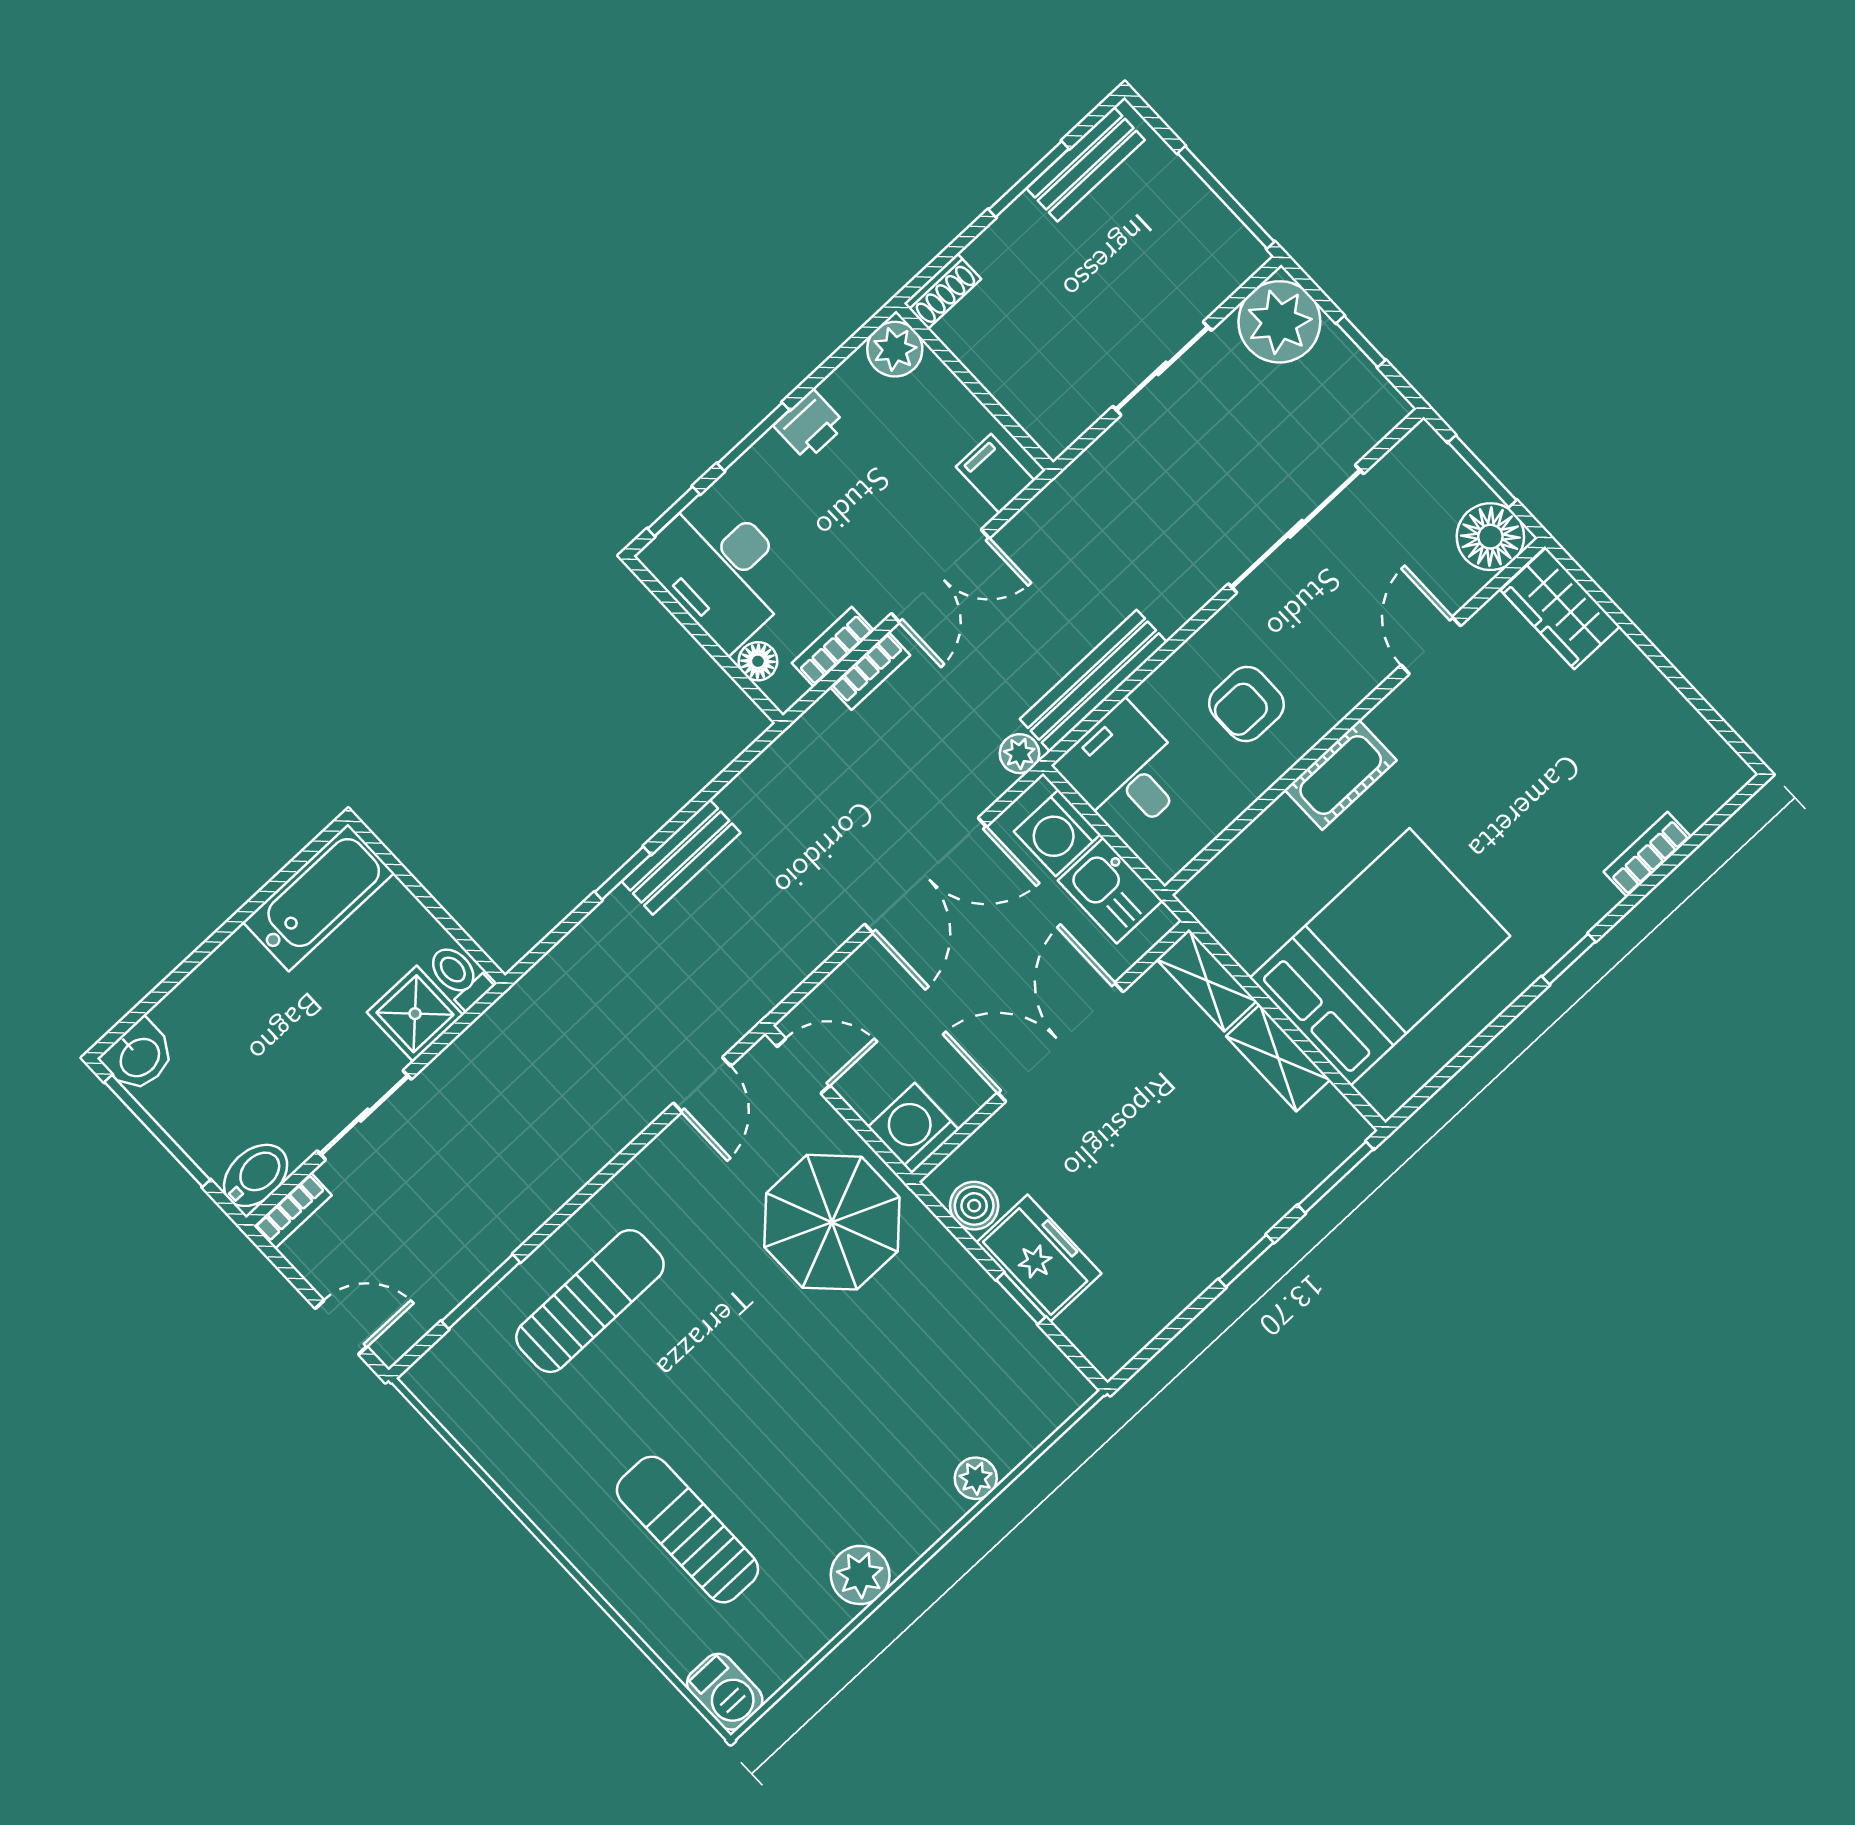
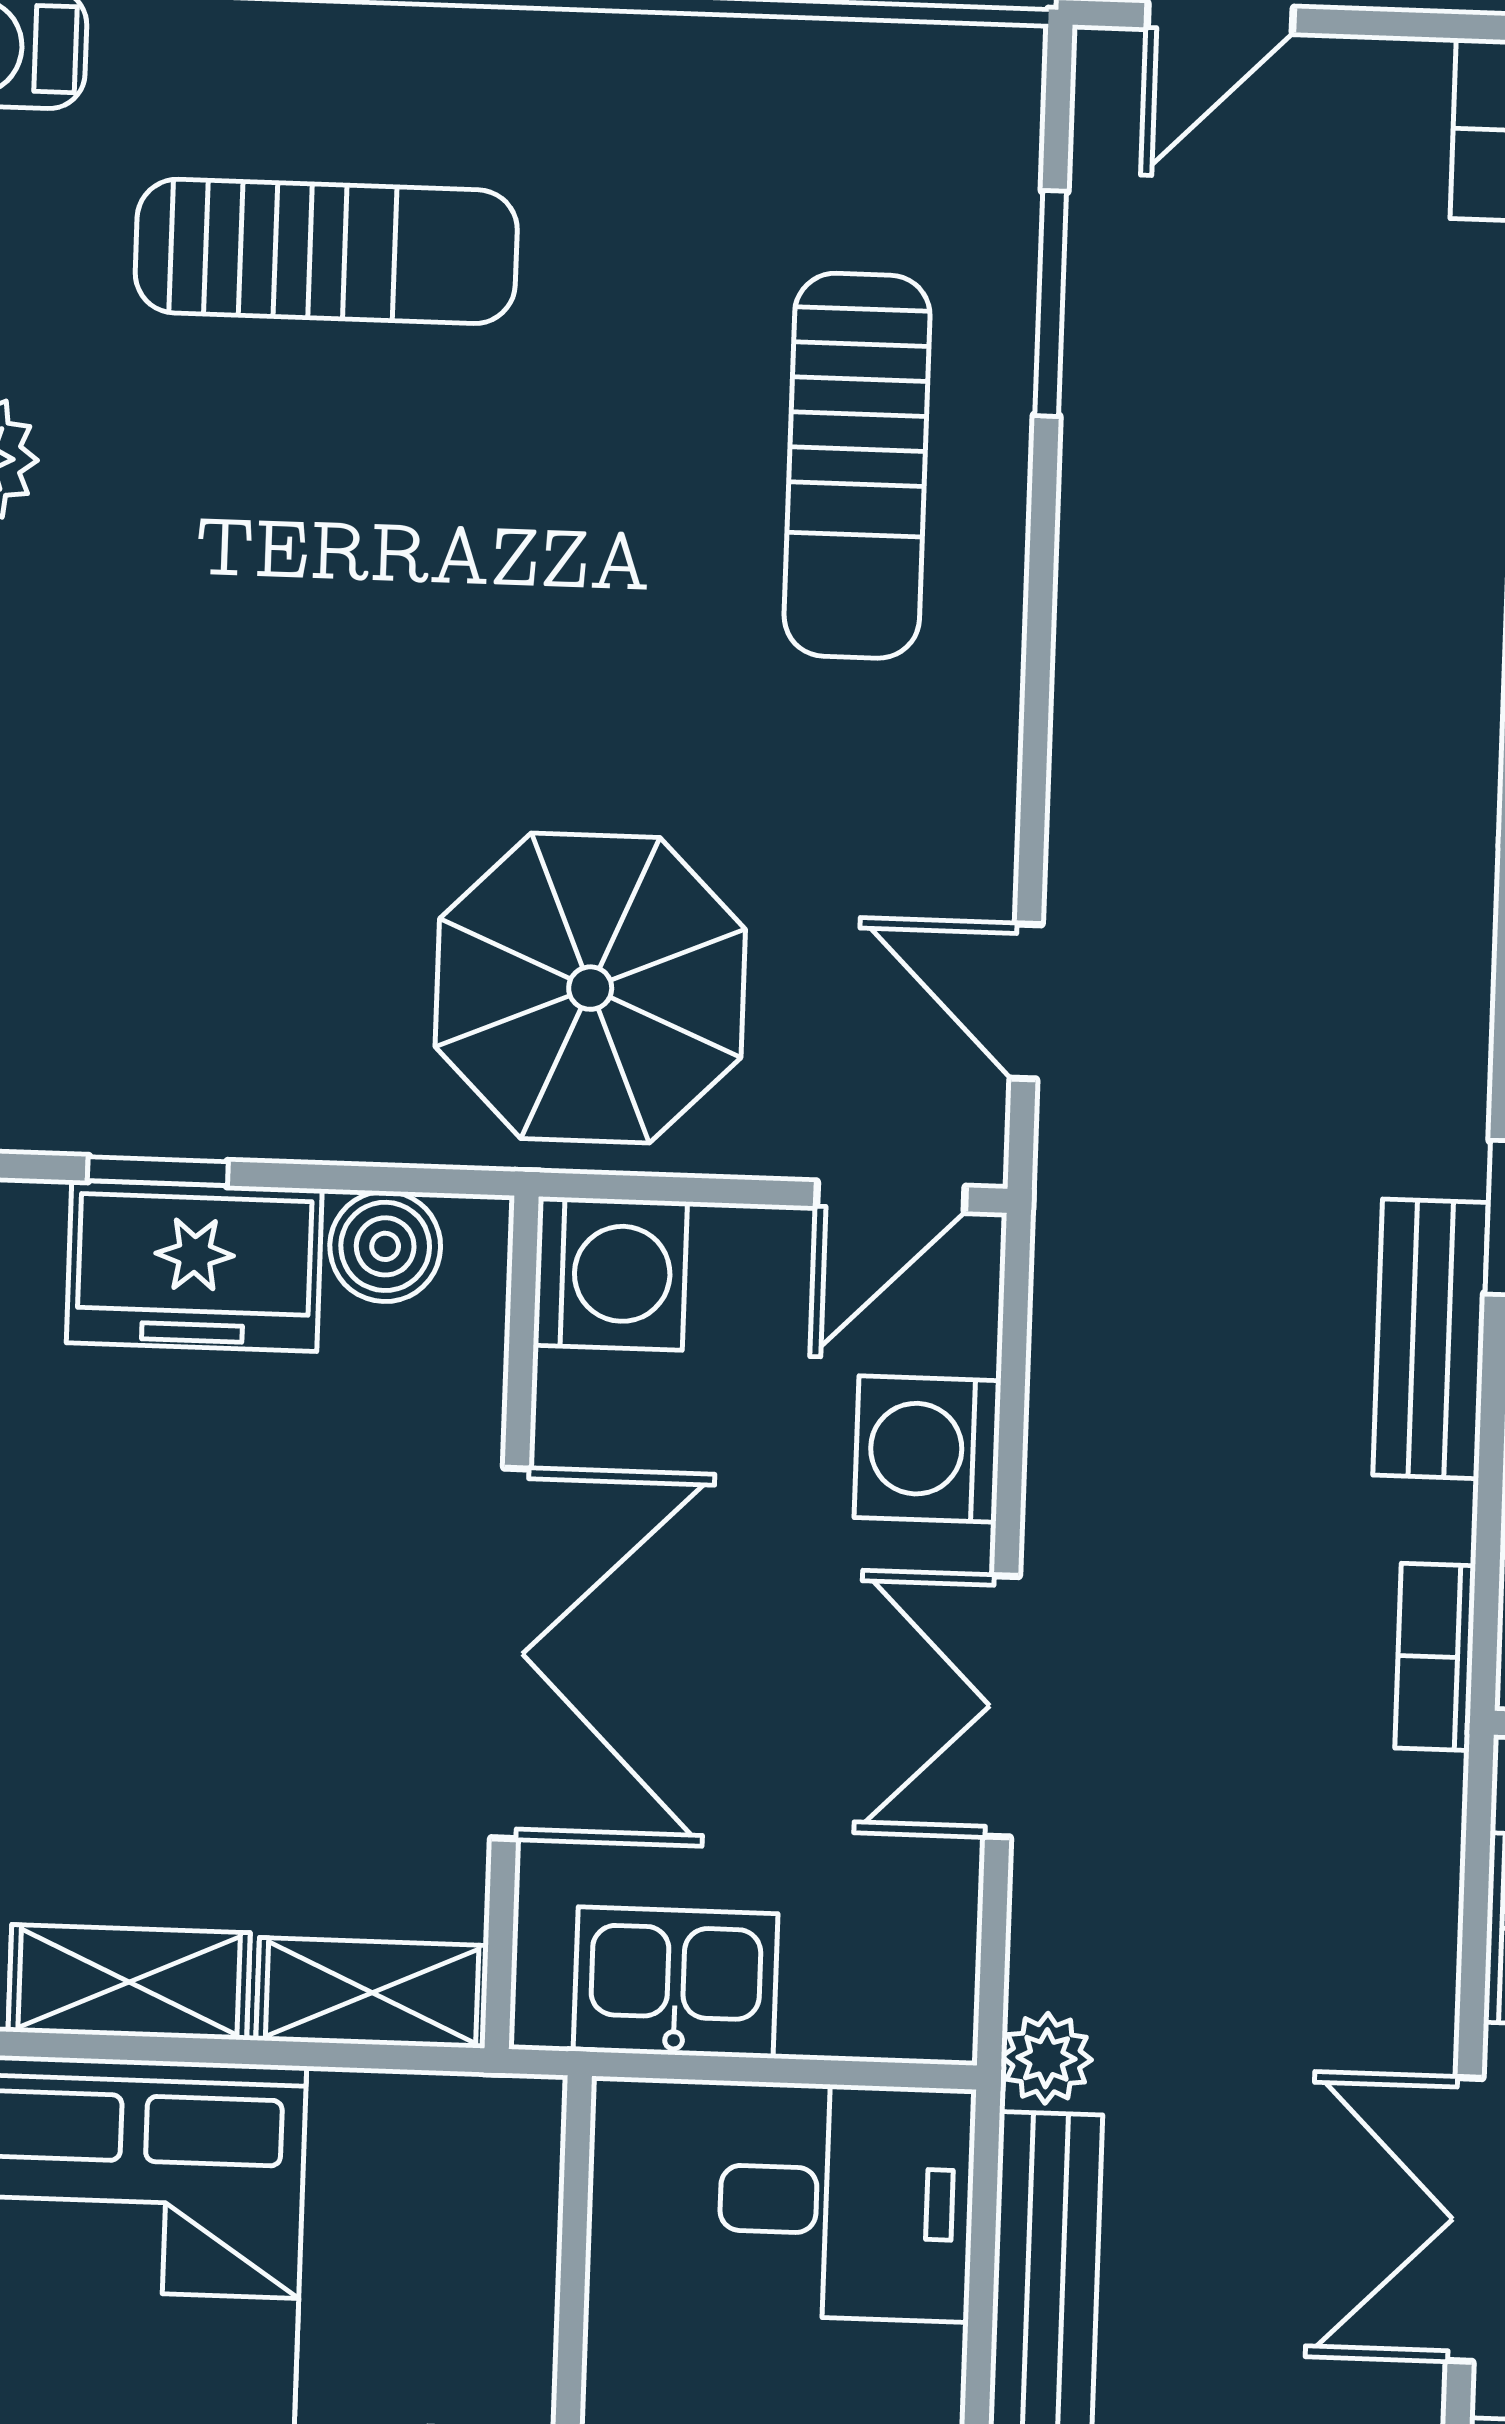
bookcase: (870, 671) -> (1435, 1657), moved
washing machine: (1057, 833) -> (928, 1449), moved, turned -90
double door: (926, 875) -> (1002, 1706), width x0.73

